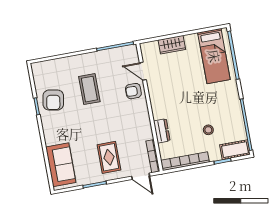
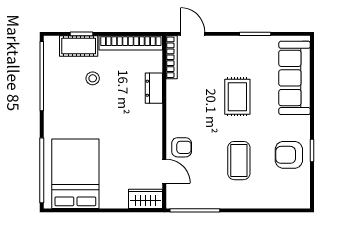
wardrobe: (172, 45) -> (146, 199), moved
bed: (214, 56) -> (75, 174), width x1.50
armchair: (53, 100) -> (289, 155), turned -100
cot: (235, 150) -> (79, 46), moved
rug: (109, 157) -> (237, 97), moved
sofa: (61, 165) -> (295, 78), width x1.36

